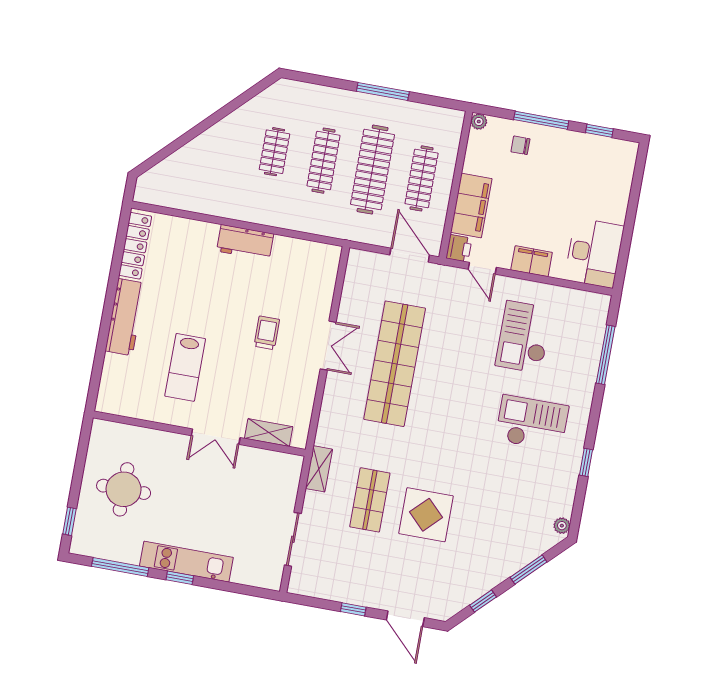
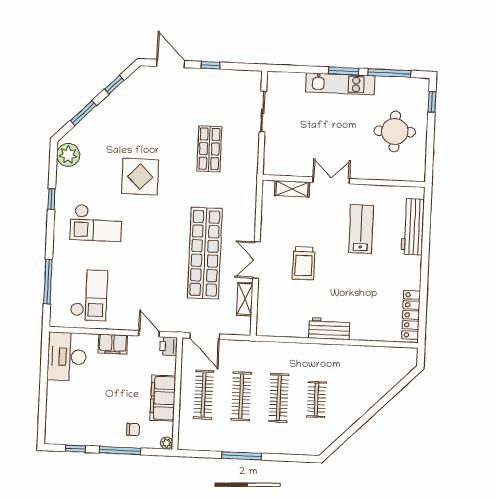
clothes rail: (373, 170) -> (241, 396), width x0.73, depth x0.76
filing cabinet: (471, 205) -> (163, 398), moved
workbench: (125, 317) -> (413, 227), moved
trolley: (267, 333) -> (304, 263), width x1.36, depth x1.39
checkout: (524, 337) -> (89, 295), moved
shelving: (319, 469) -> (245, 299), moved
display table: (426, 515) -> (140, 177), moved
plant: (562, 526) -> (68, 155), width x1.88, depth x1.88
window: (180, 578) -> (344, 71), width x1.50

